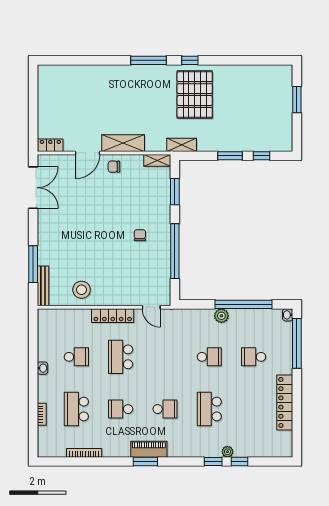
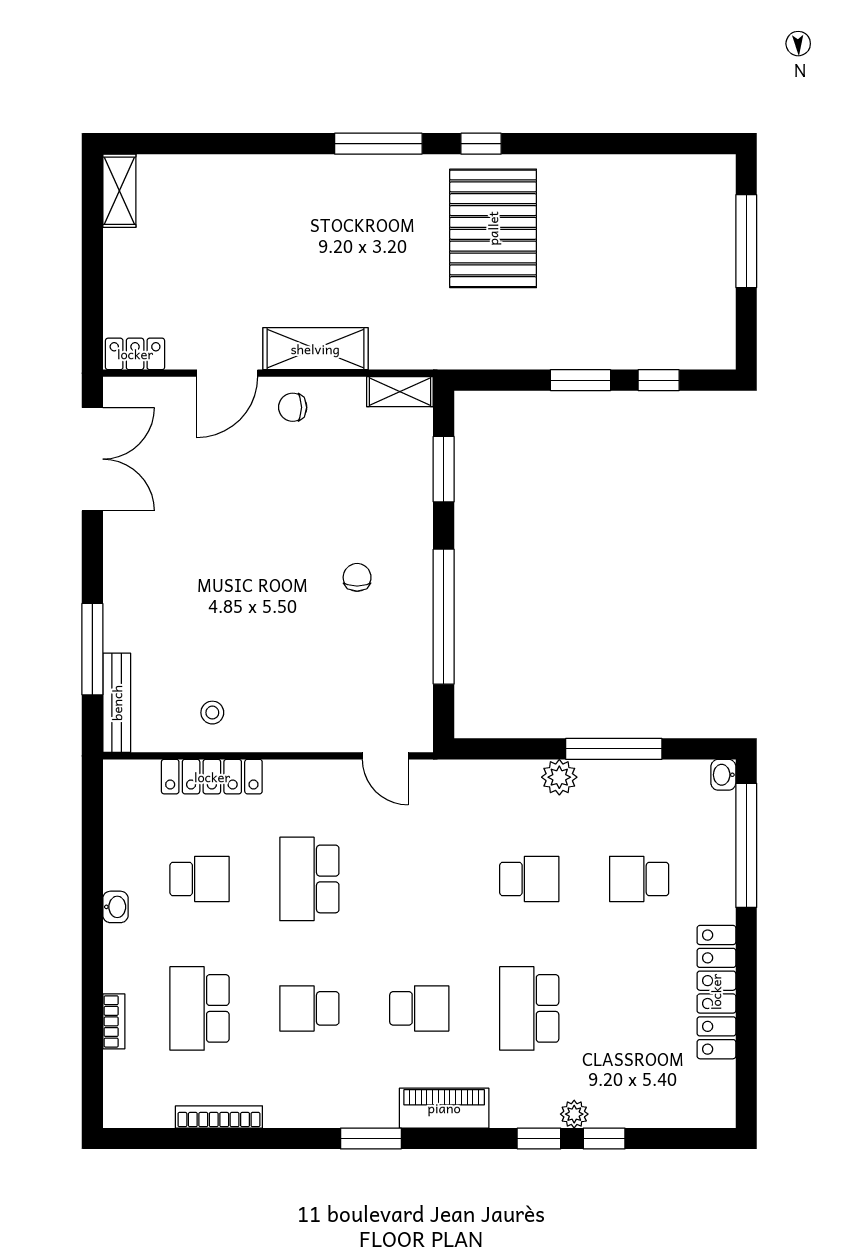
window: (297, 100) -> (746, 241), width x1.44
shelving: (182, 145) -> (119, 191), moved, turned 90
stool: (82, 290) -> (212, 713), width x0.53, depth x0.53
window: (243, 304) -> (614, 749), width x0.68
locker: (113, 316) -> (212, 777), moved
piano: (149, 449) -> (444, 1108), moved

